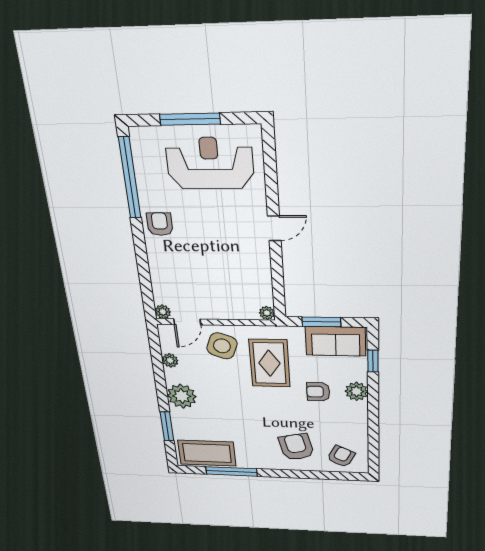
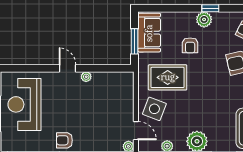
plant: (267, 313) -> (86, 77), moved
window: (373, 361) -> (210, 8), moved
plant: (356, 391) -> (204, 19), moved

